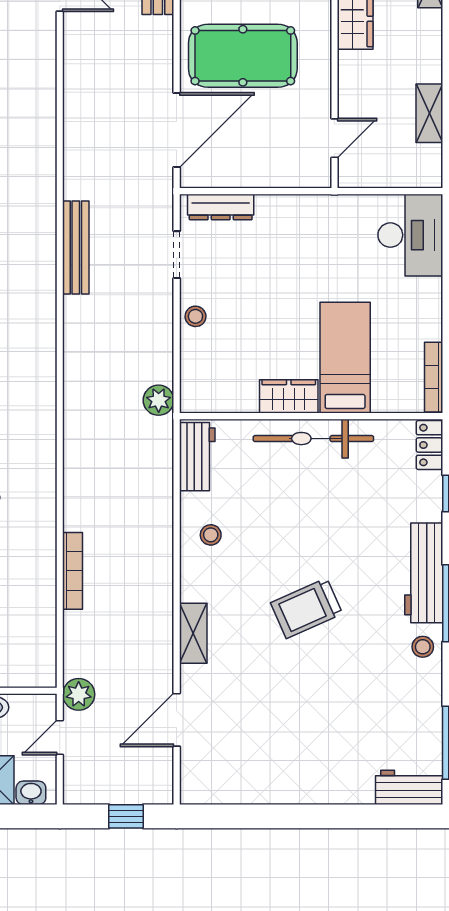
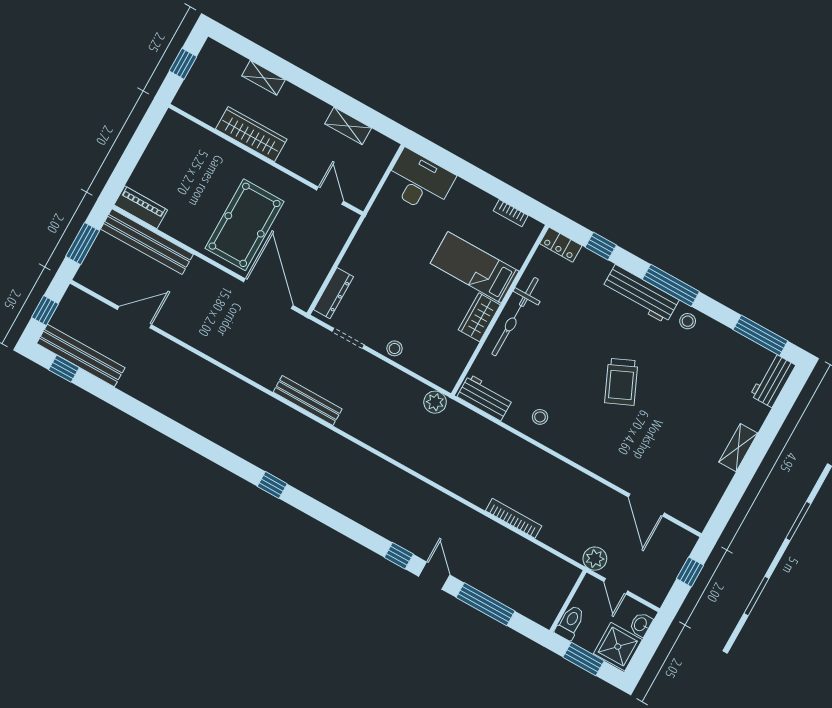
bookcase: (434, 377) -> (511, 213), width x0.64
shelving: (193, 633) -> (738, 448), moved, turned 90

